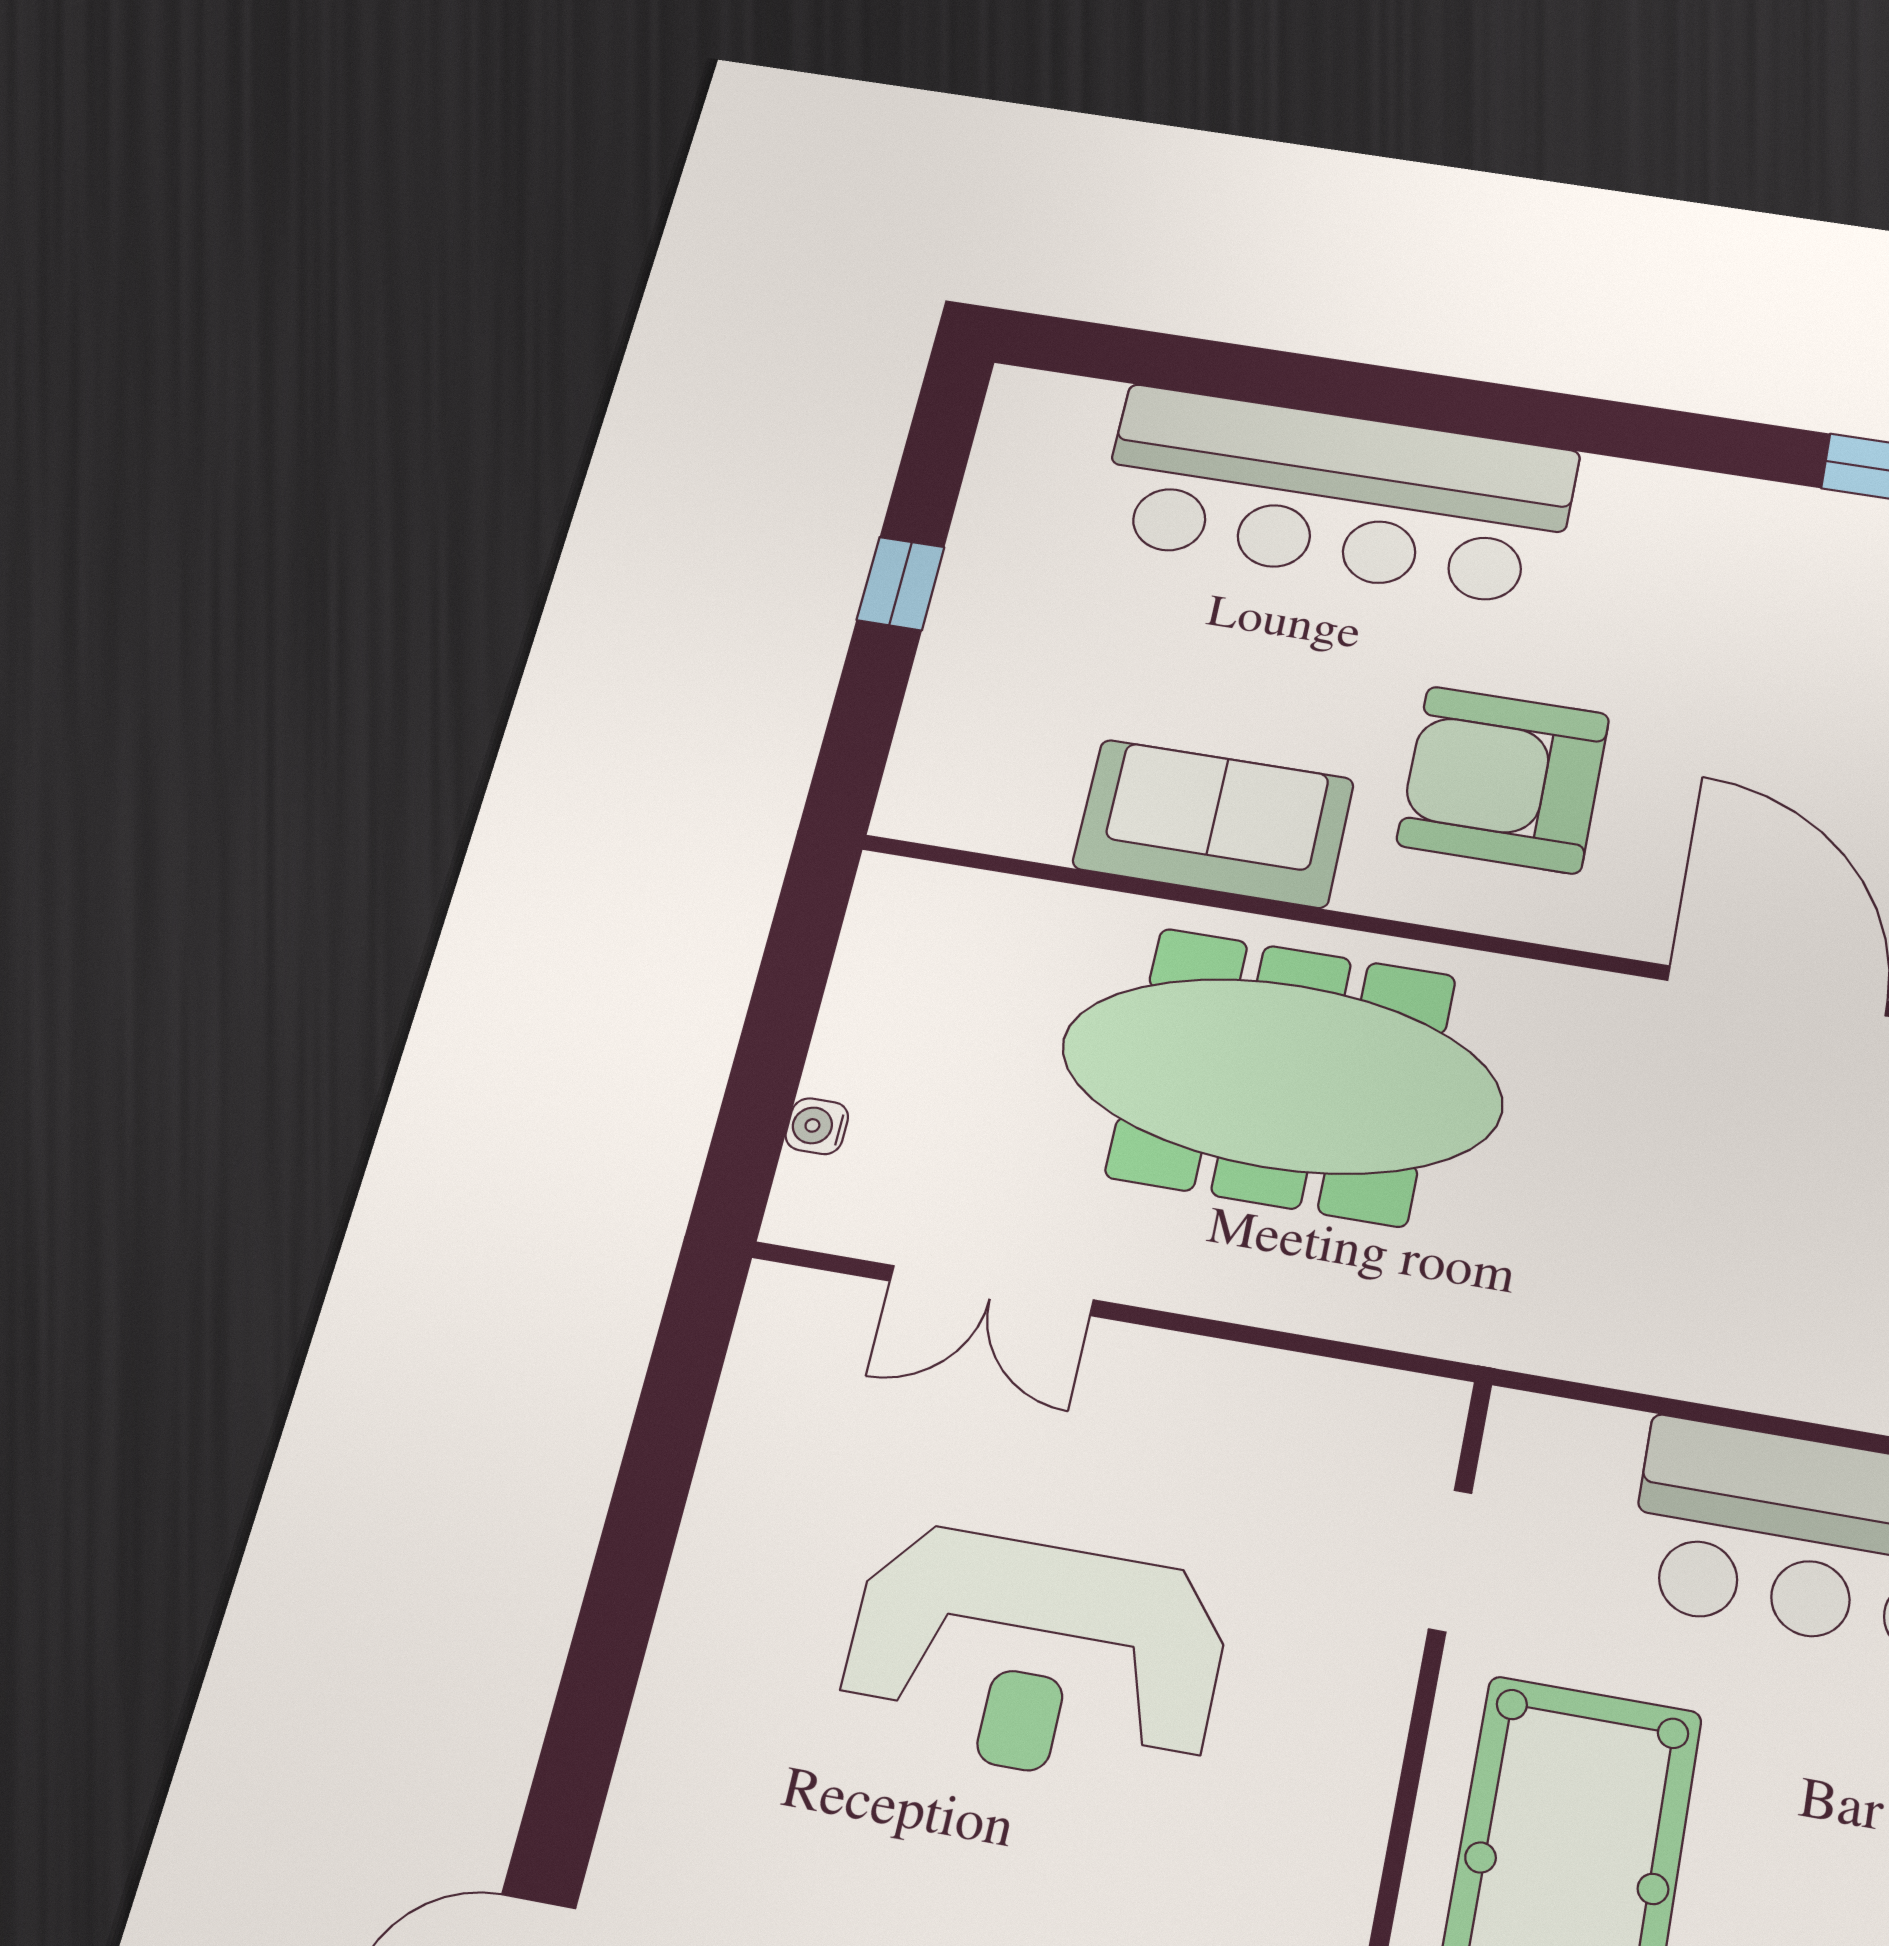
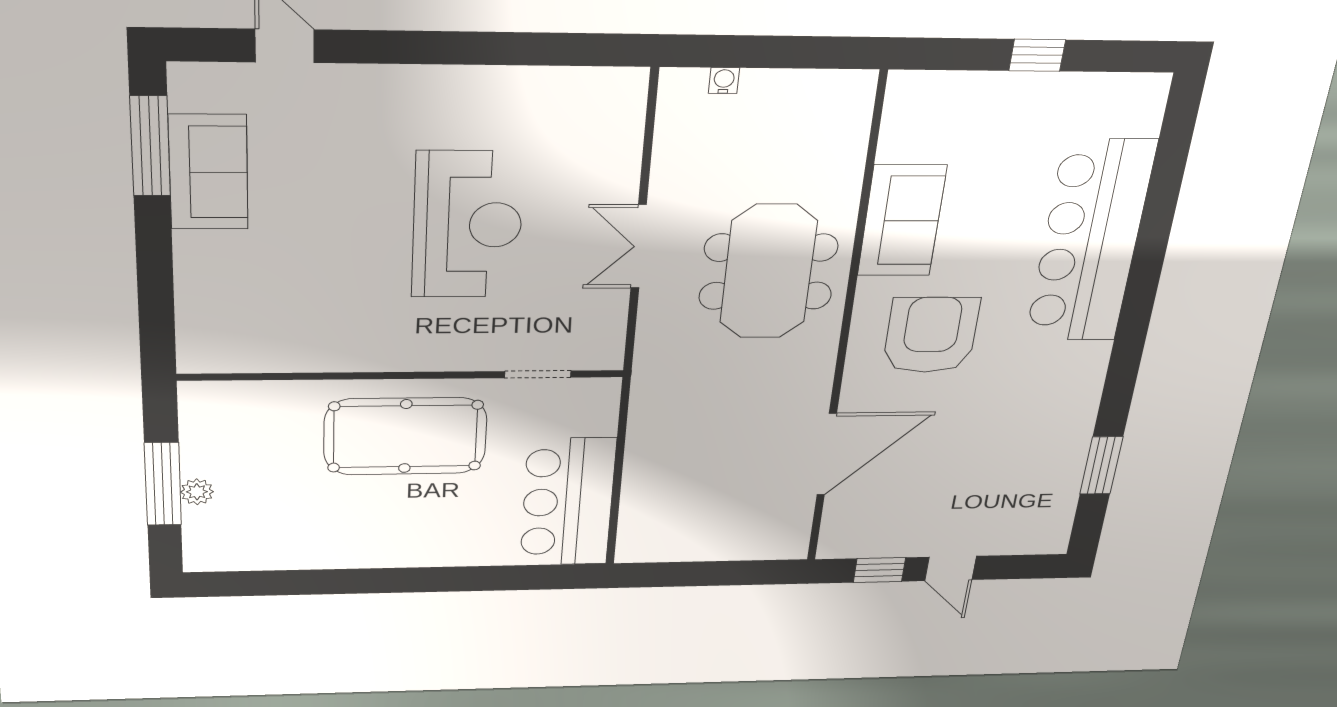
meeting table: (1282, 1076) -> (768, 272), width x0.73
double door: (992, 1291) -> (639, 247), moved
reception desk: (1035, 1656) -> (467, 225), turned 180

